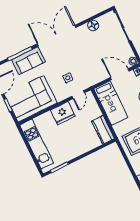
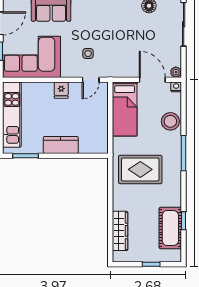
fridge: (63, 113) -> (61, 90), width x0.53, depth x0.75
kitchen counter: (103, 130) -> (61, 145), moved, turned 90

